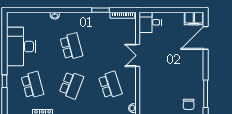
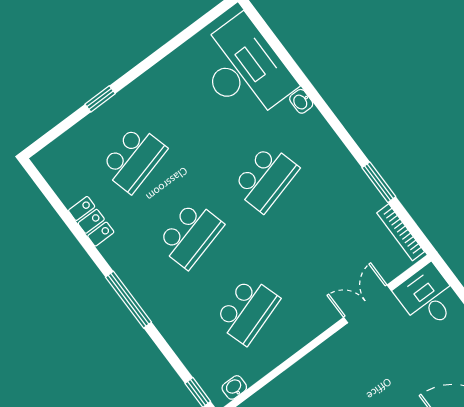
desk: (21, 47) -> (244, 69), moved, turned 90
double door: (138, 55) -> (367, 304), moved
school desk: (71, 85) -> (190, 235), turned -36

